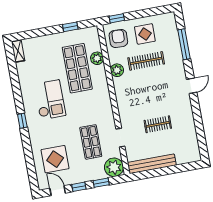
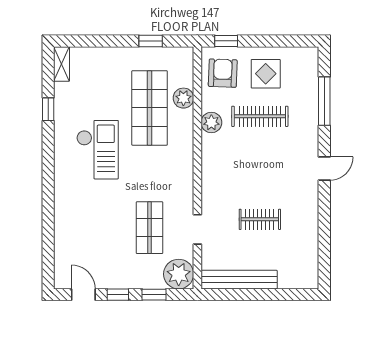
window: (22, 121) -> (48, 109), moved
display table: (55, 159) -> (88, 244), removed

